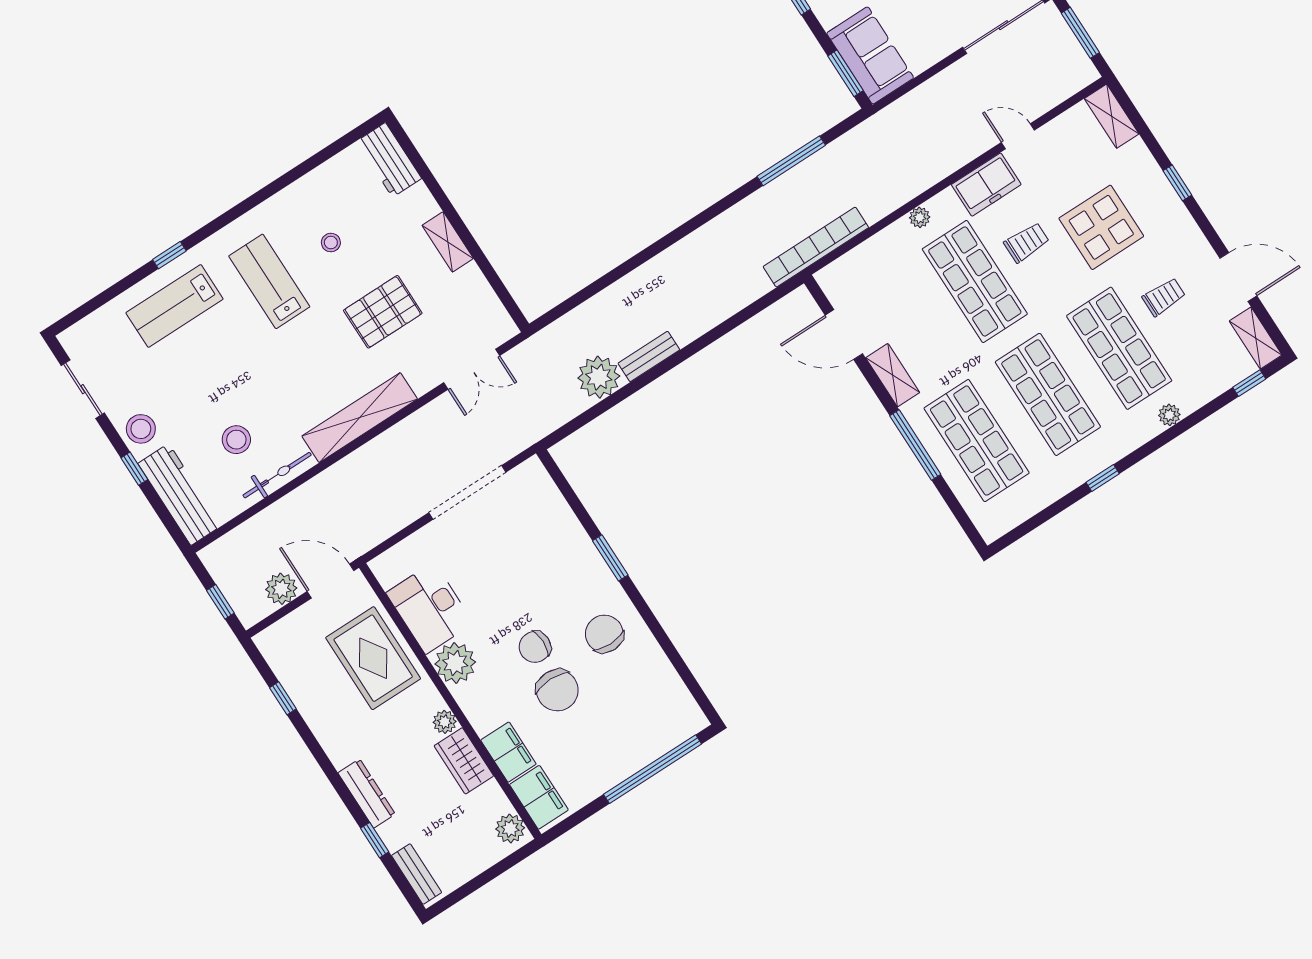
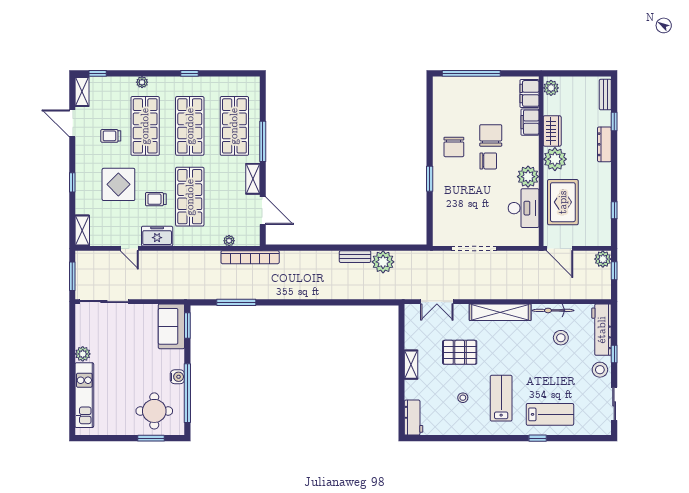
plant: (920, 217) -> (229, 241), moved
lab bench: (269, 281) -> (501, 398), turned 180
double door: (472, 369) -> (437, 302), swing flipped
plant: (281, 589) -> (603, 259), moved
plant: (445, 722) -> (555, 159), width x1.87, depth x1.87

